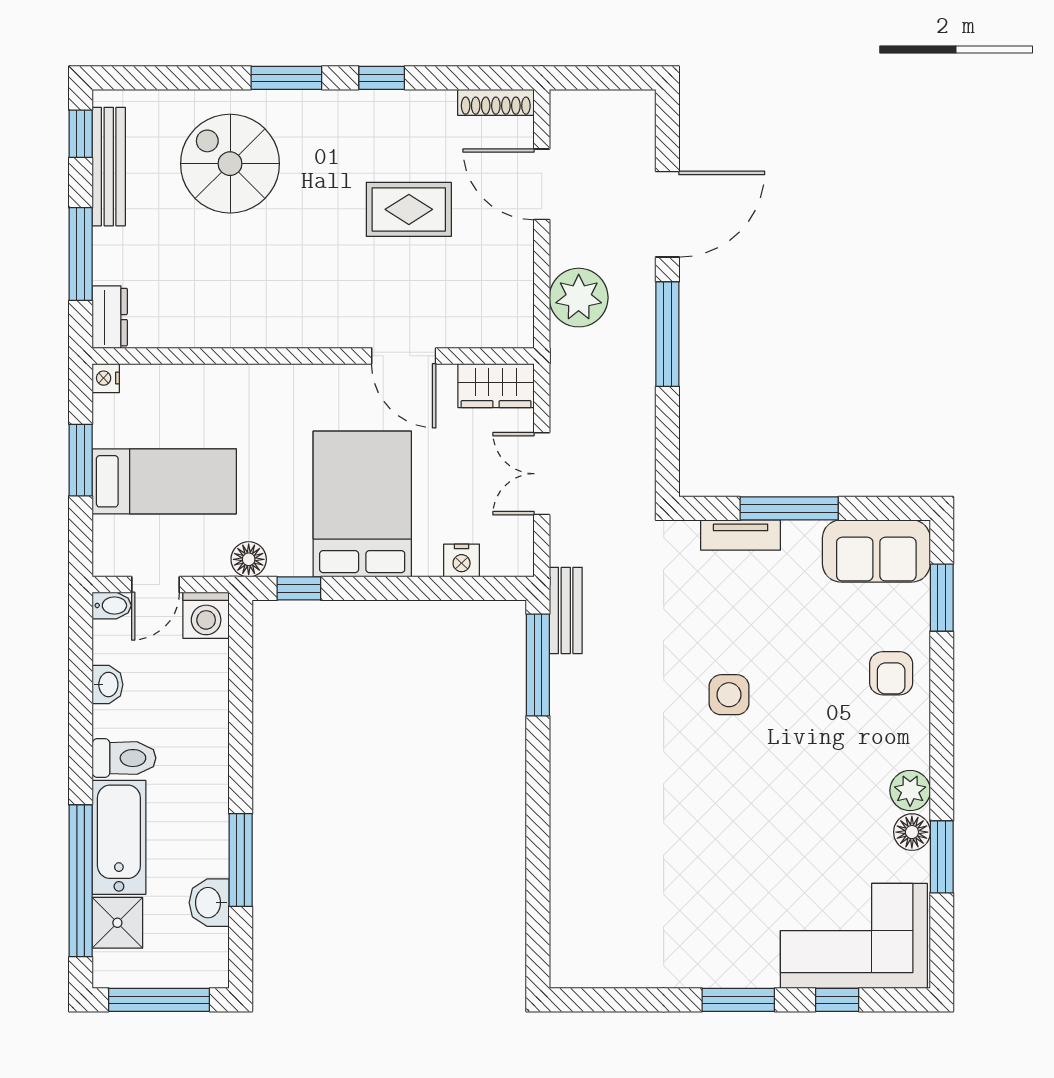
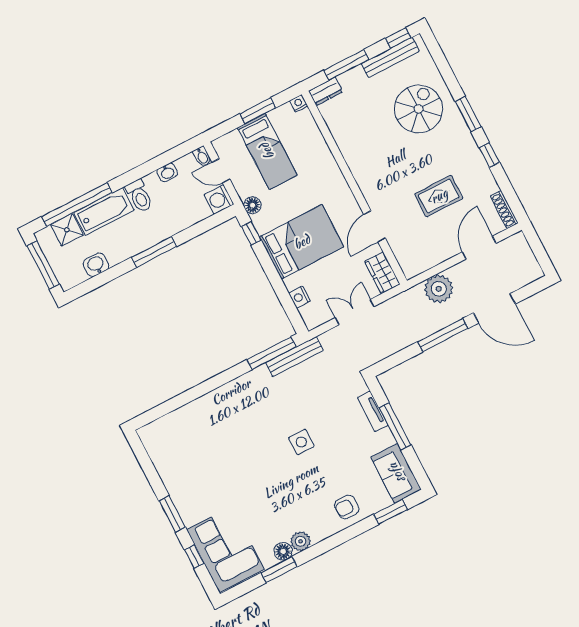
rug: (409, 209) -> (439, 196), turned 90
bench: (566, 610) -> (294, 356), width x1.36
window: (241, 860) -> (154, 252), moved

